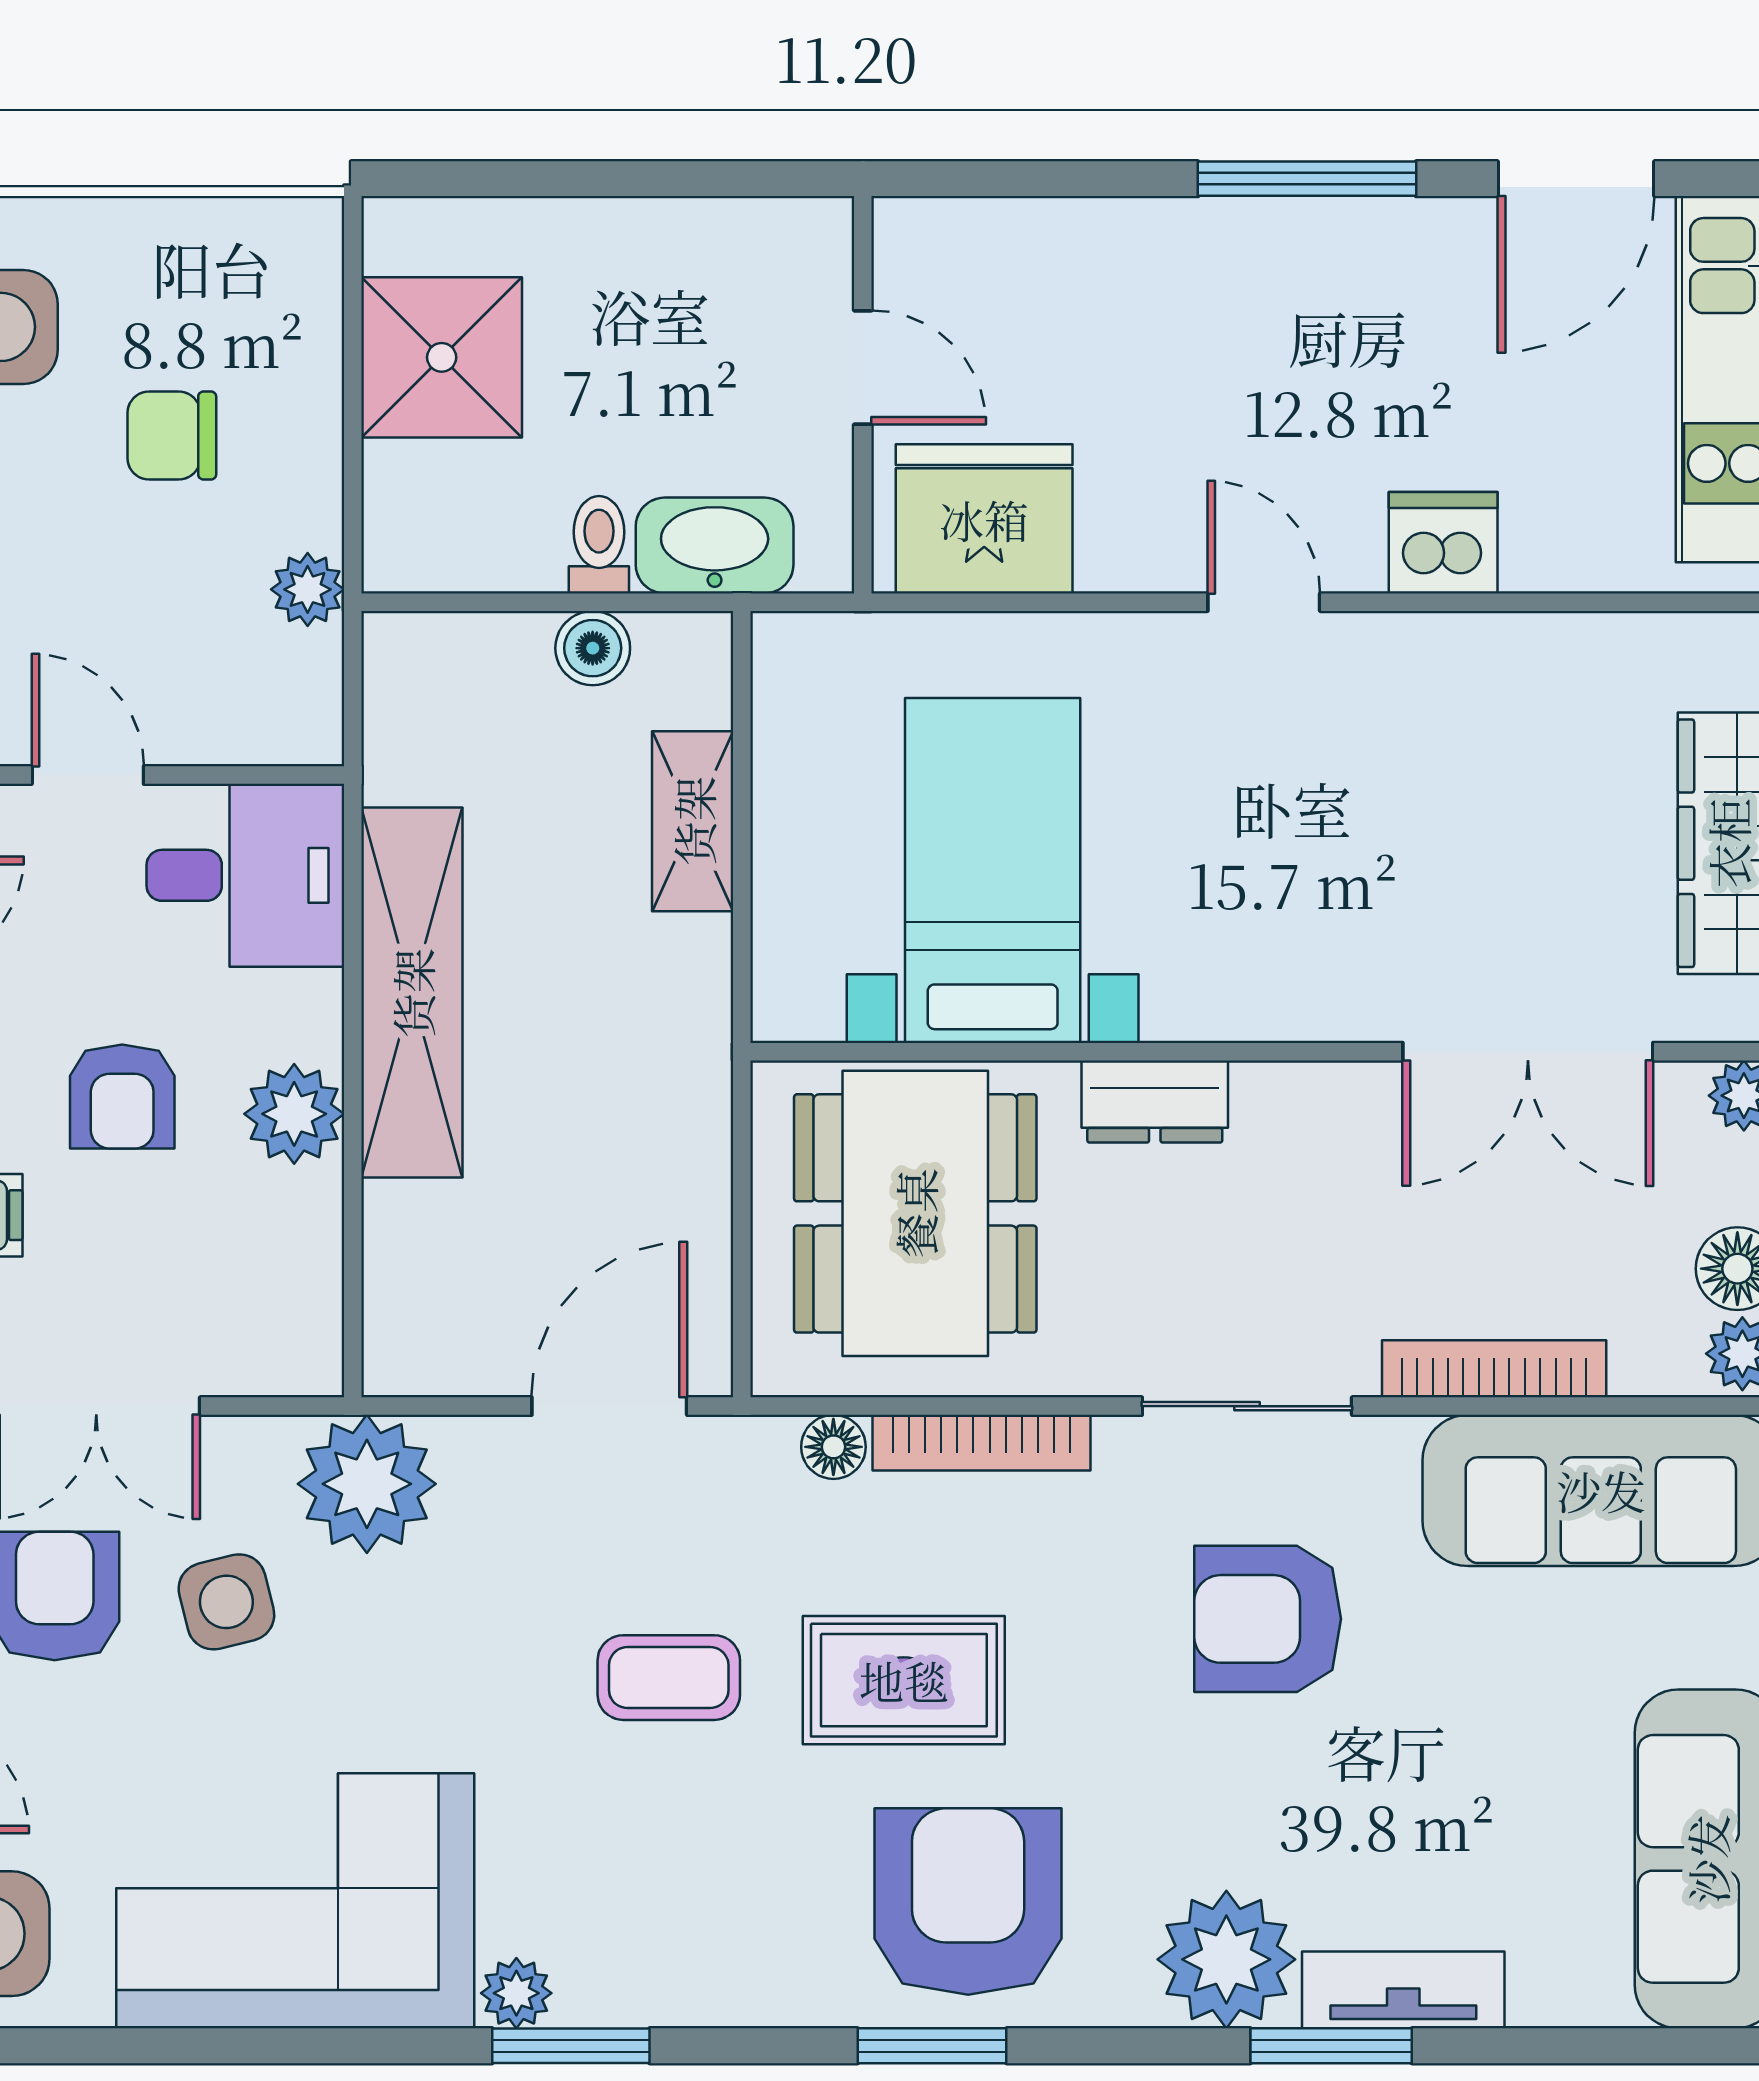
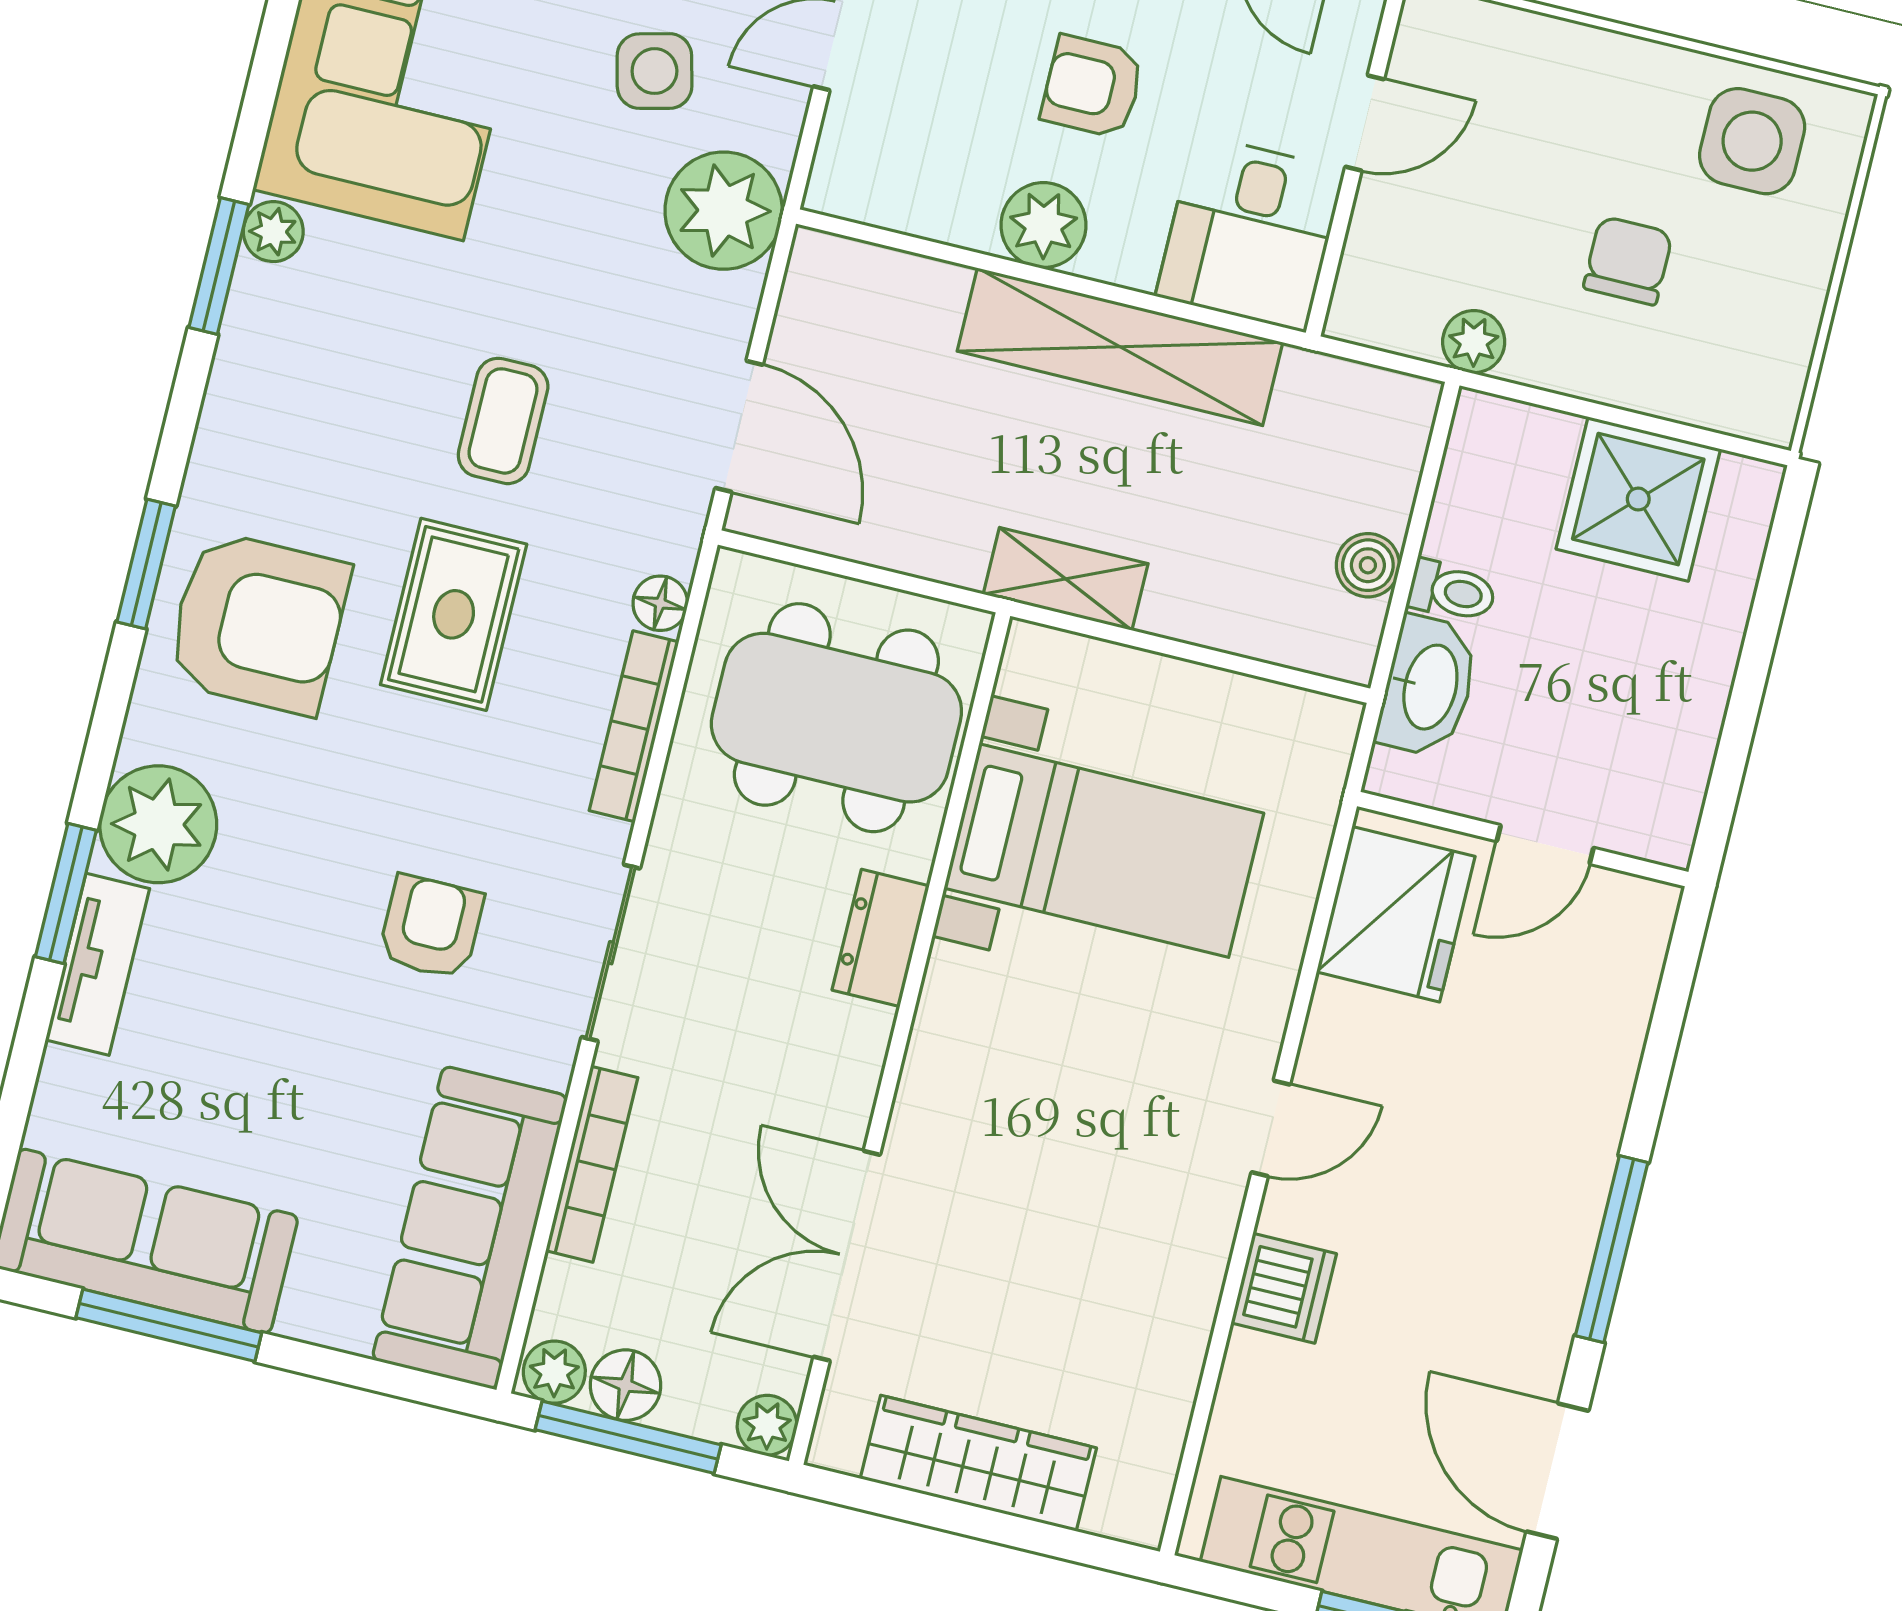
shelving: (693, 821) -> (1066, 579), moved
armchair: (1268, 1619) -> (431, 927), width x0.72, depth x0.72

